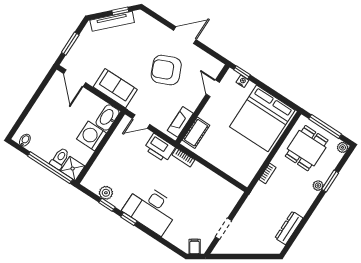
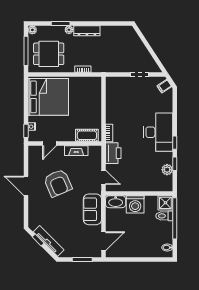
fireplace: (180, 122) -> (76, 151), moved
dresser: (289, 228) -> (87, 31), moved

